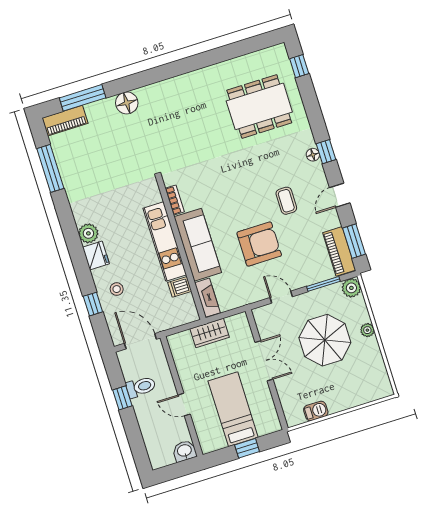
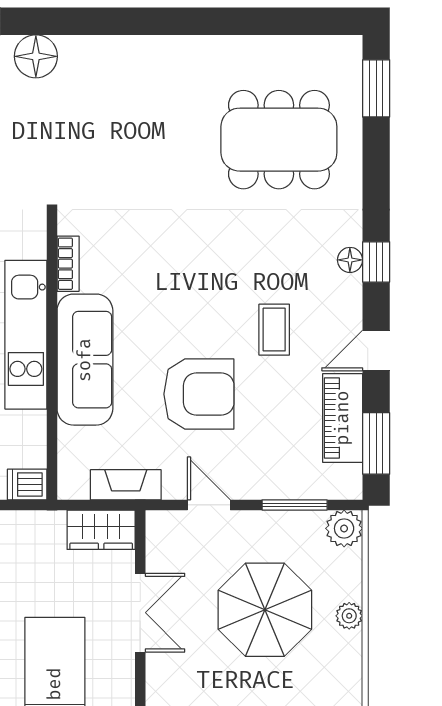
window: (299, 66) -> (376, 88), width x1.50
piano: (339, 251) -> (343, 418), moved
dishwasher: (180, 287) -> (27, 485), moved
fireplace: (207, 298) -> (126, 485), moved, turned -90
wardrobe: (210, 333) -> (101, 530), moved

